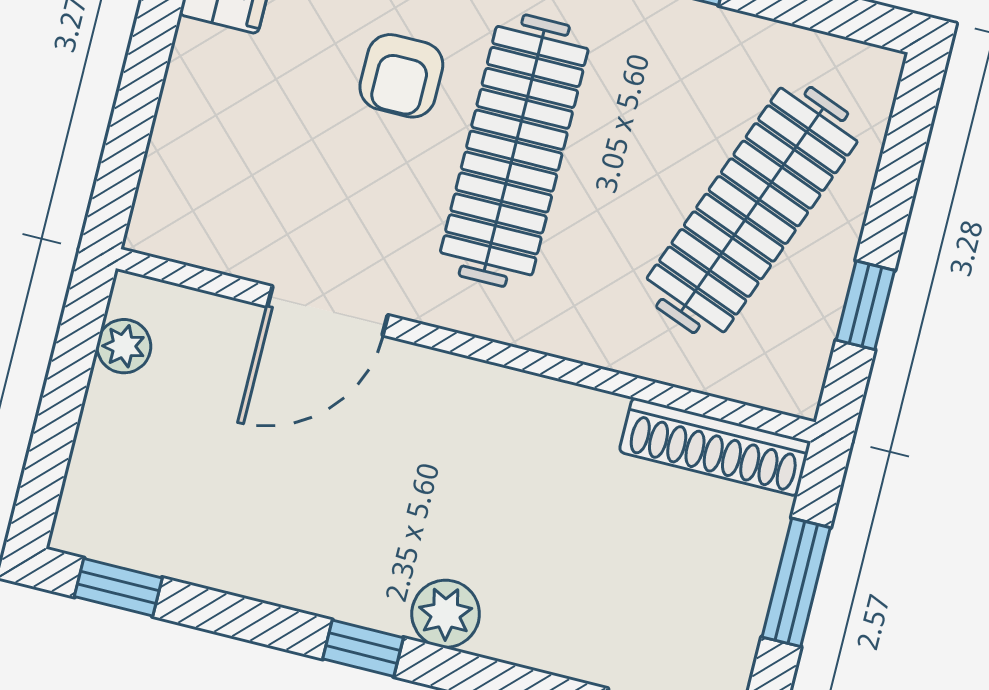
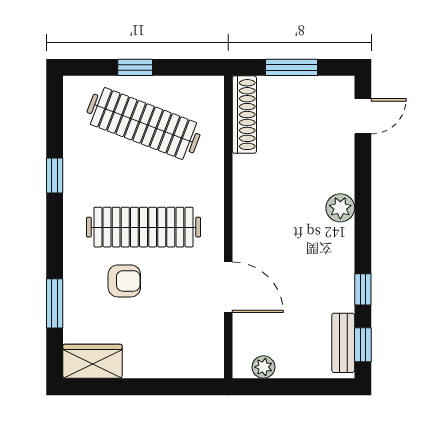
window: (865, 305) -> (135, 67), moved
bench: (134, 543) -> (343, 343), added
window: (363, 648) -> (363, 289), moved

